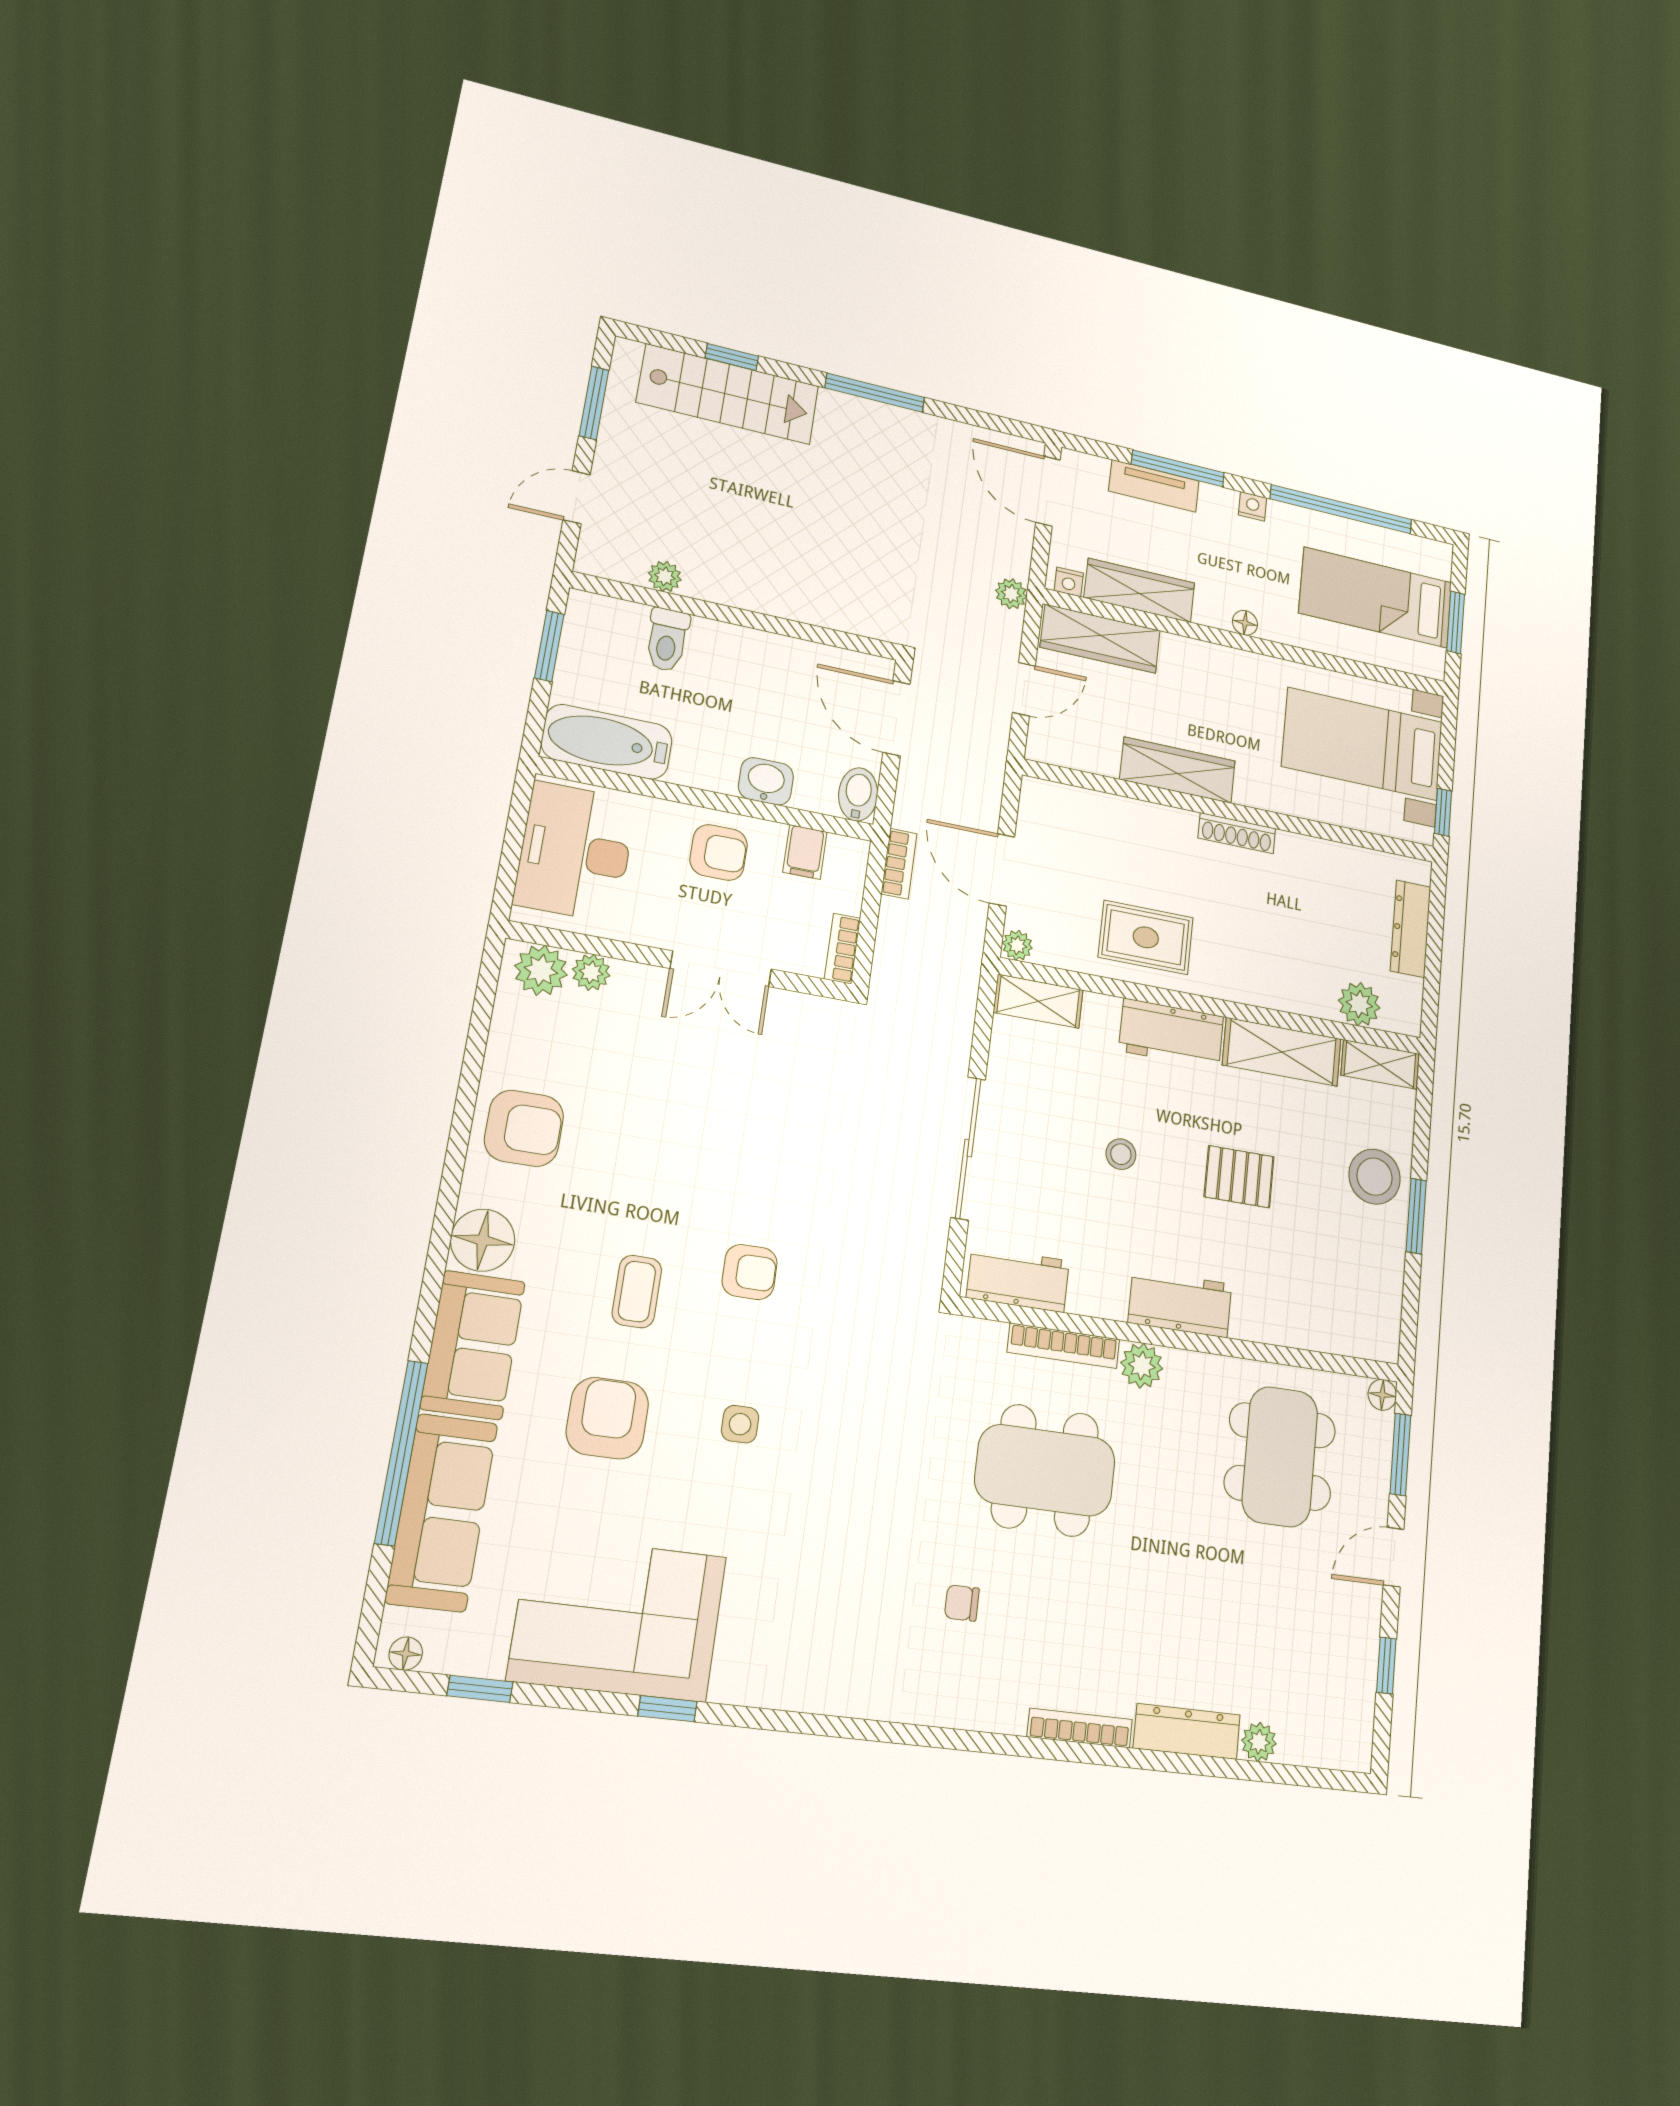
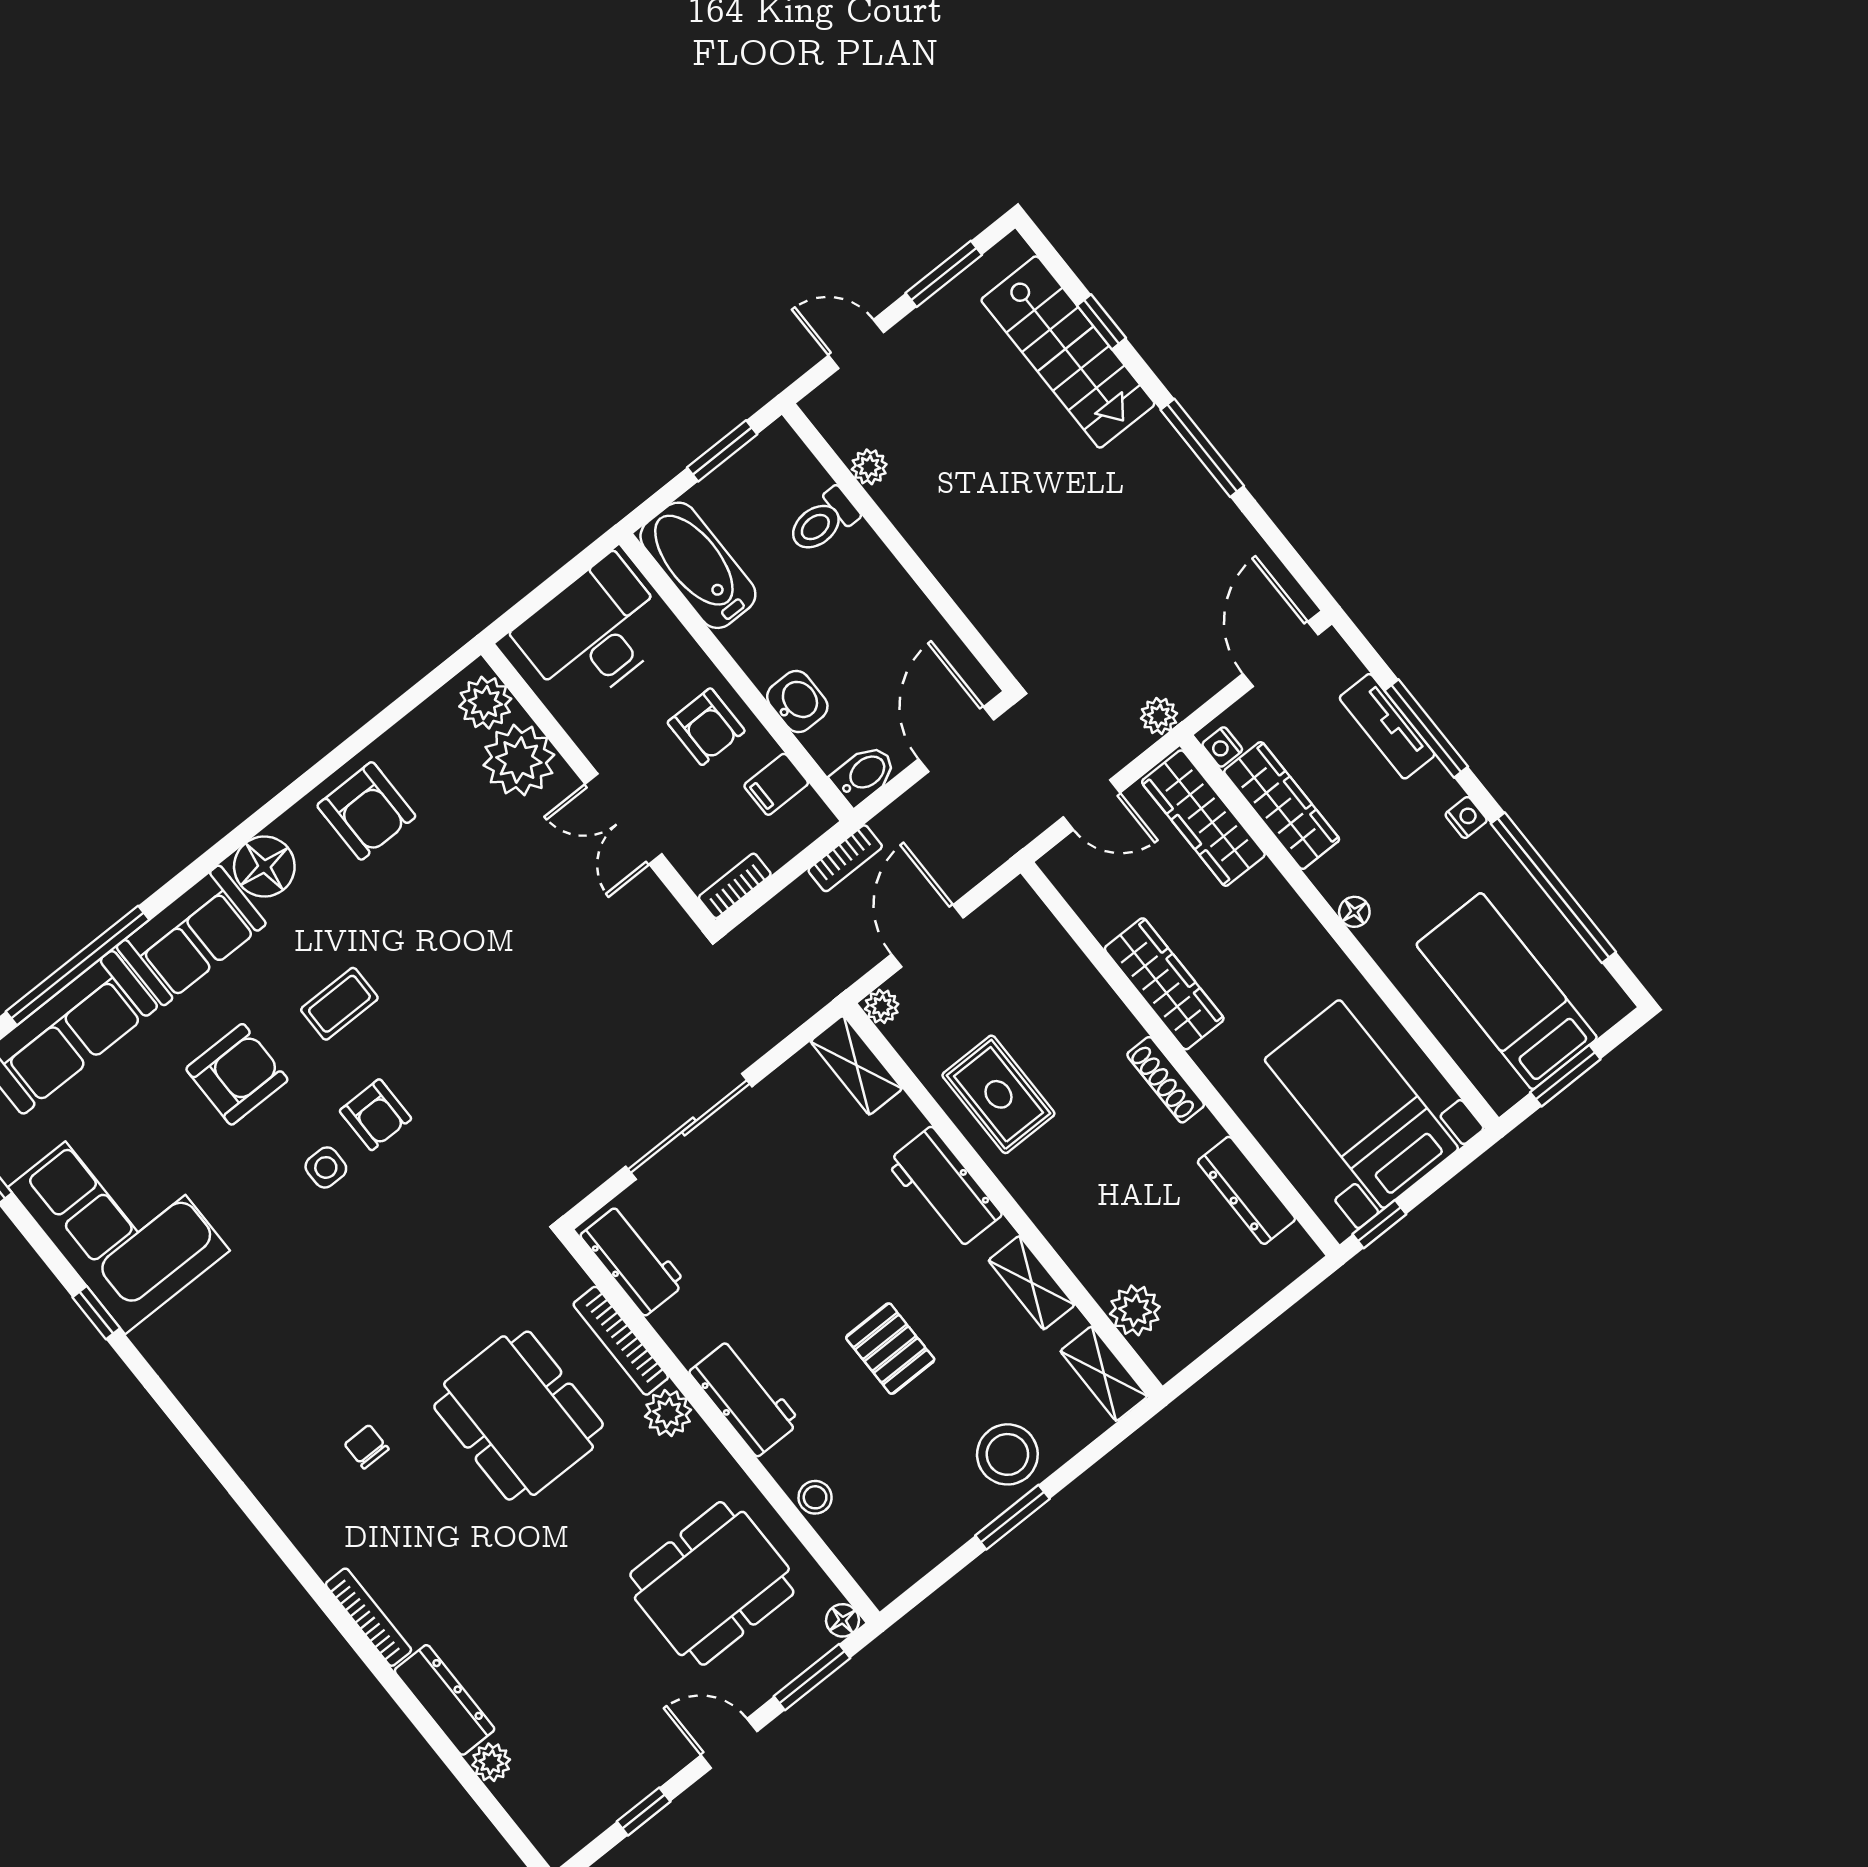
dresser: (1411, 929) -> (1246, 1190), moved, turned -90
plant: (591, 972) -> (519, 760), width x1.88, depth x1.88
shelving: (1282, 1052) -> (1032, 1283), width x0.67, depth x0.75
stool: (1121, 1154) -> (815, 1497), moved
armchair: (750, 1272) -> (375, 1115), moved

